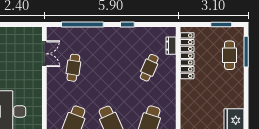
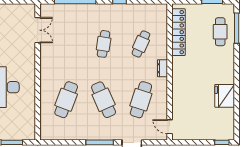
dresser: (171, 46) -> (162, 68), moved
cafe table: (73, 68) -> (104, 44), moved

